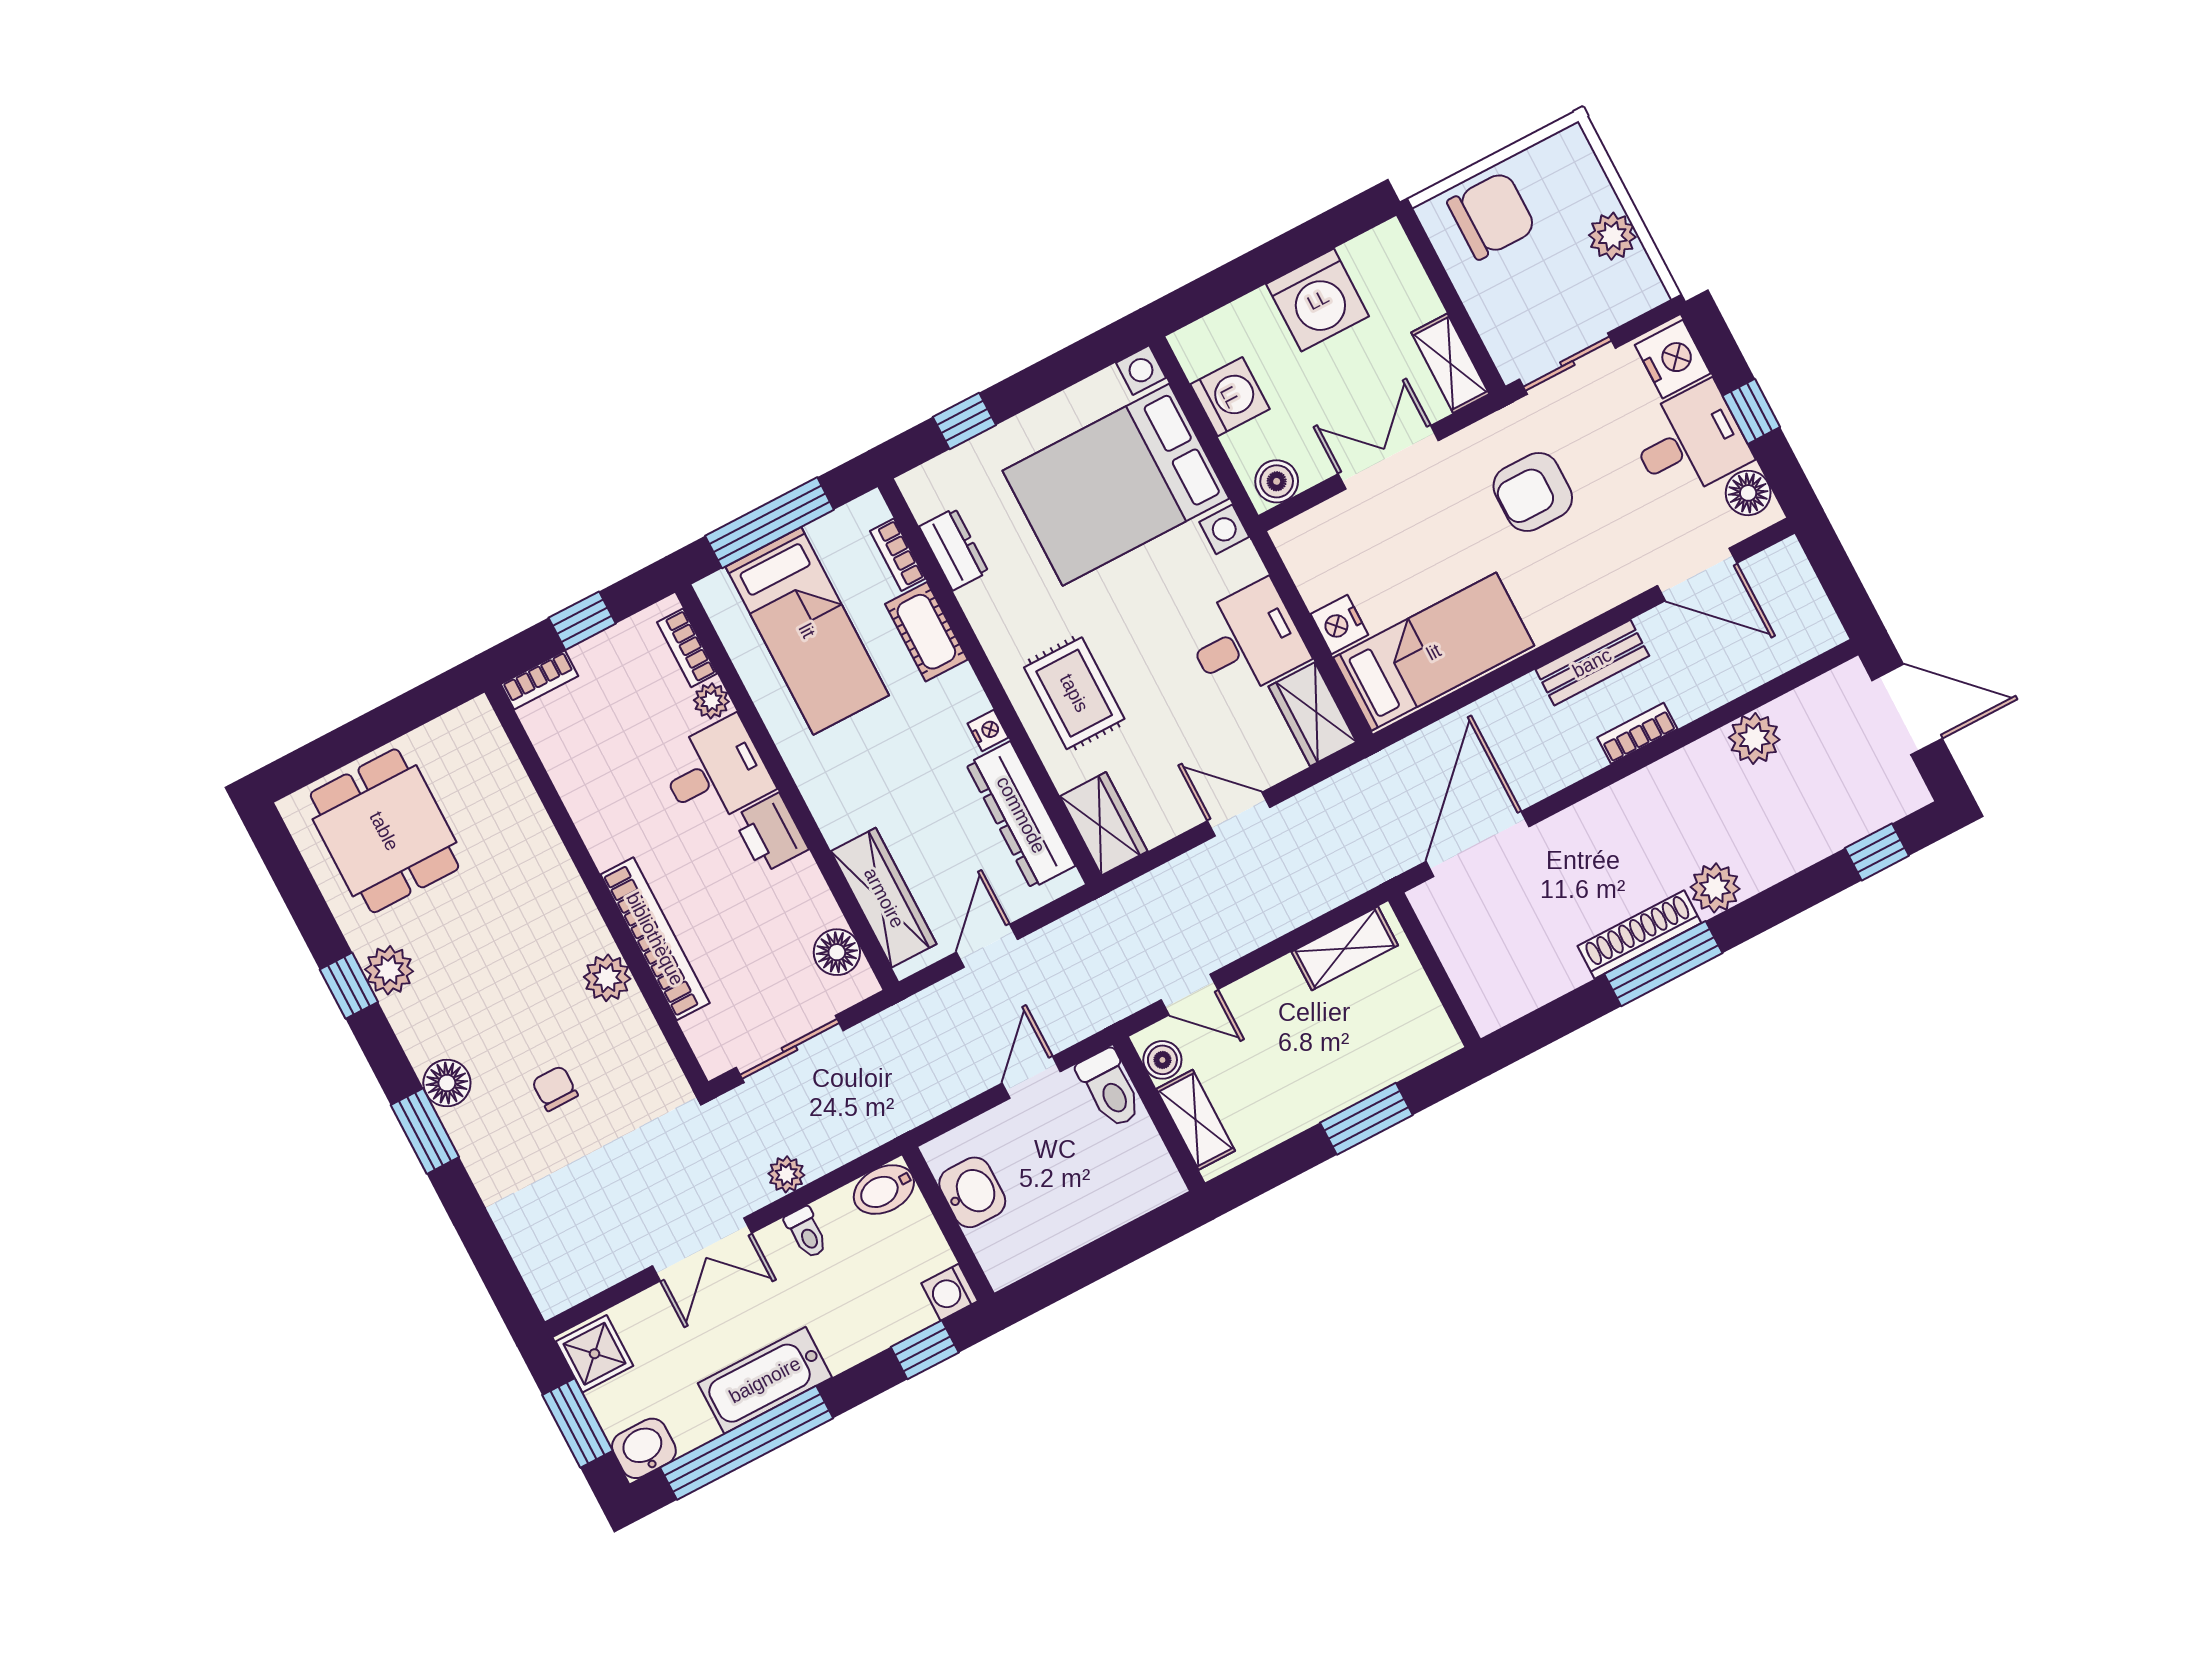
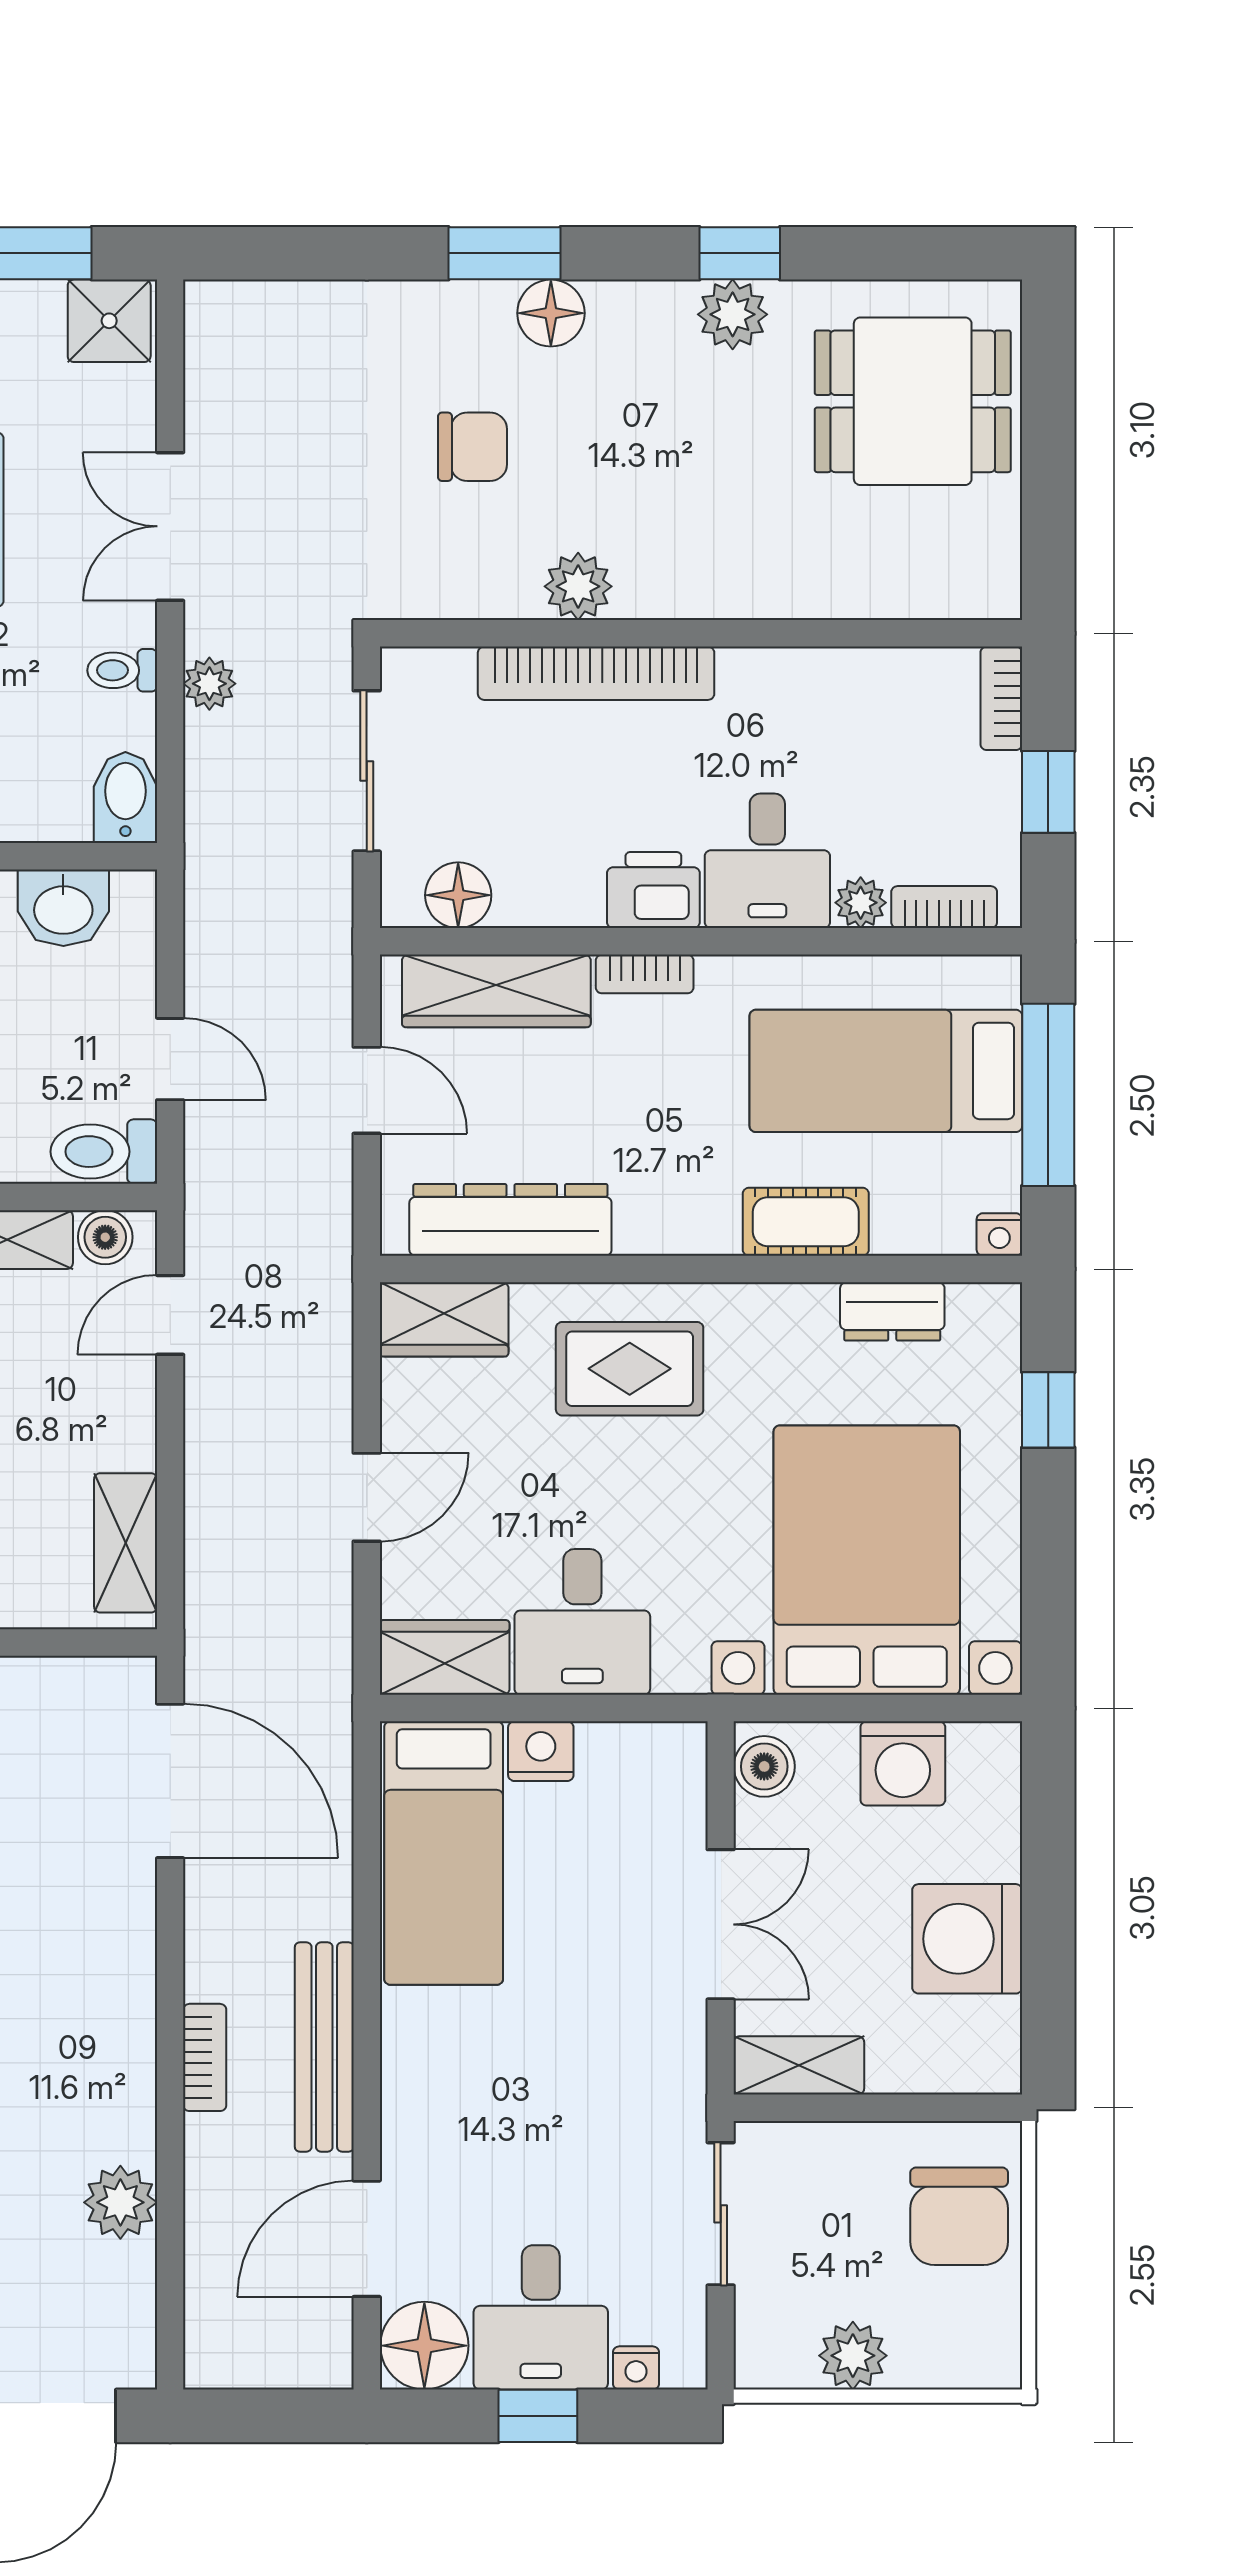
nightstand: (1673, 359) -> (636, 2368), width x0.53, depth x0.56
armchair: (1533, 492) -> (581, 2085), removed
floor lamp: (1748, 493) -> (424, 2346), width x1.38, depth x1.38
bookcase: (898, 555) -> (645, 974), moved, turned 180
bench: (1592, 663) -> (324, 2047), width x1.36
nightstand: (988, 730) -> (999, 1234), moved
chair: (555, 1088) -> (472, 447), width x1.37, depth x1.37

